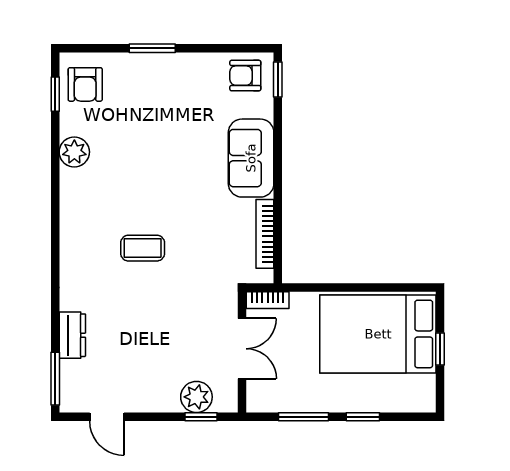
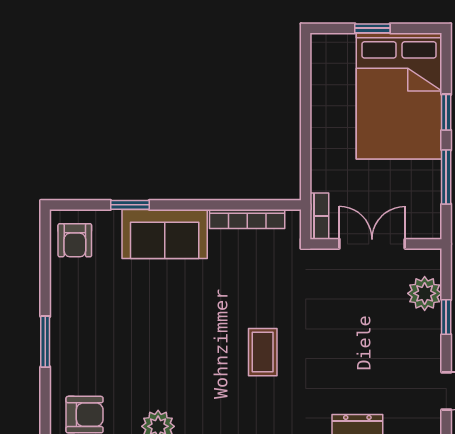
window: (278, 79) -> (130, 205), moved
bed: (378, 334) -> (399, 96), moved
window: (201, 417) -> (446, 317), moved

